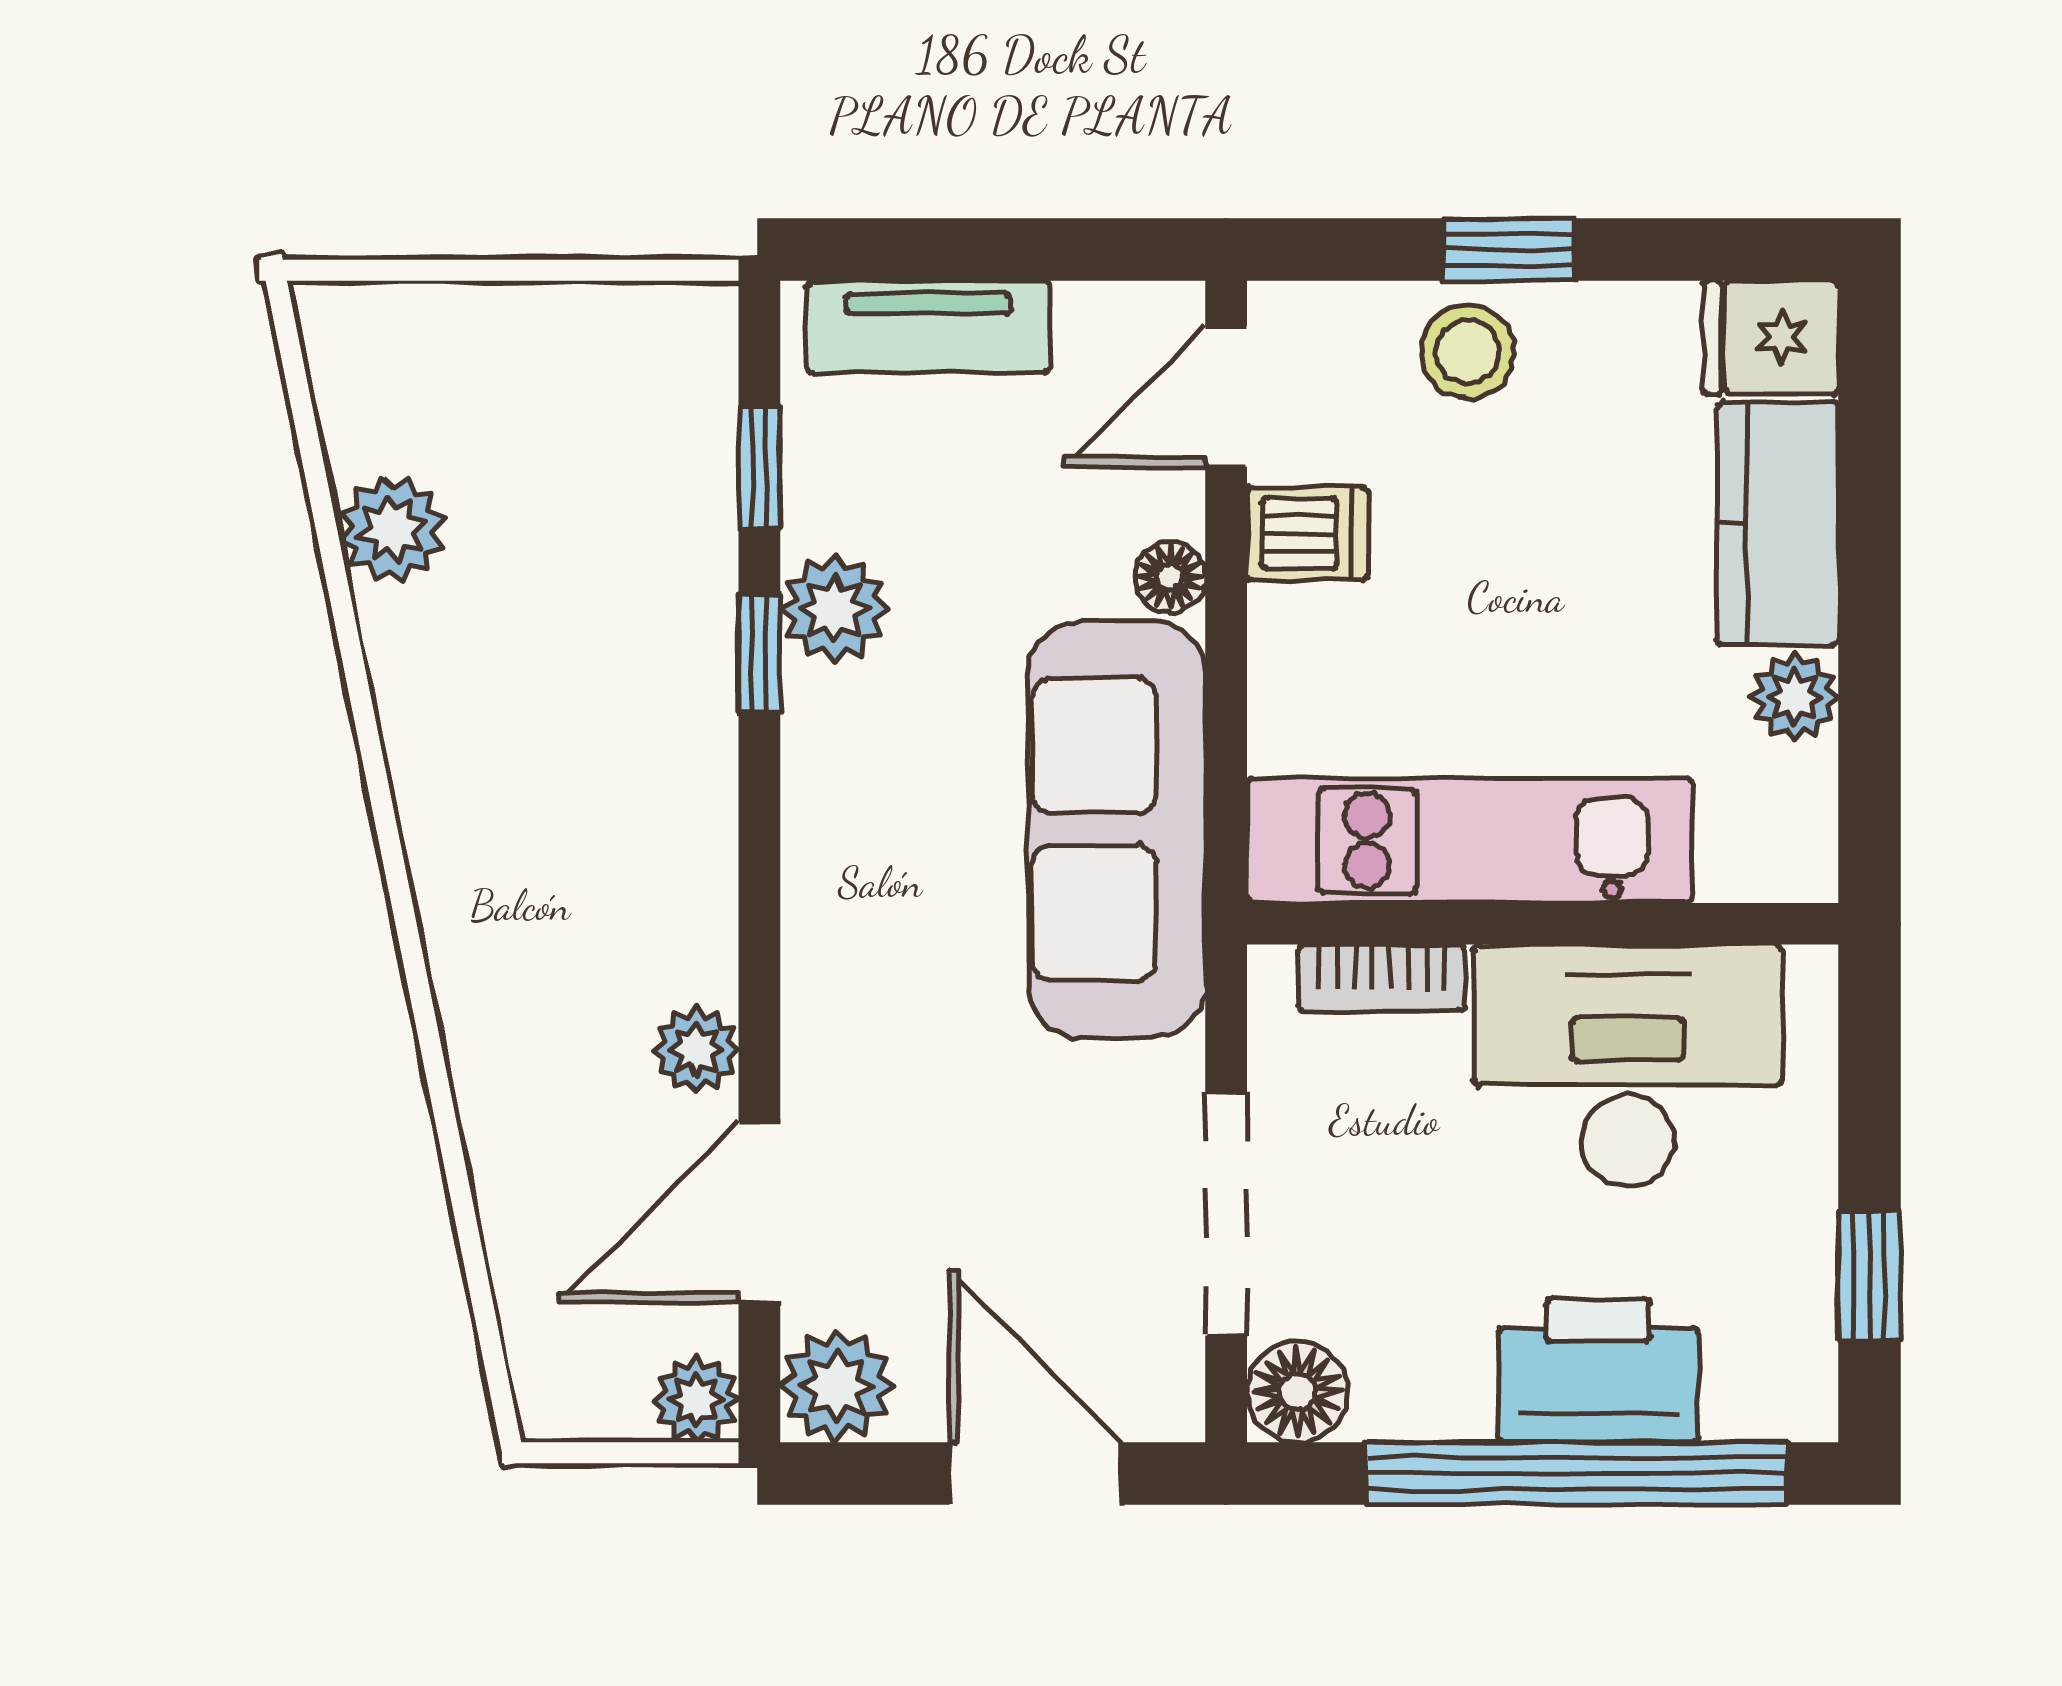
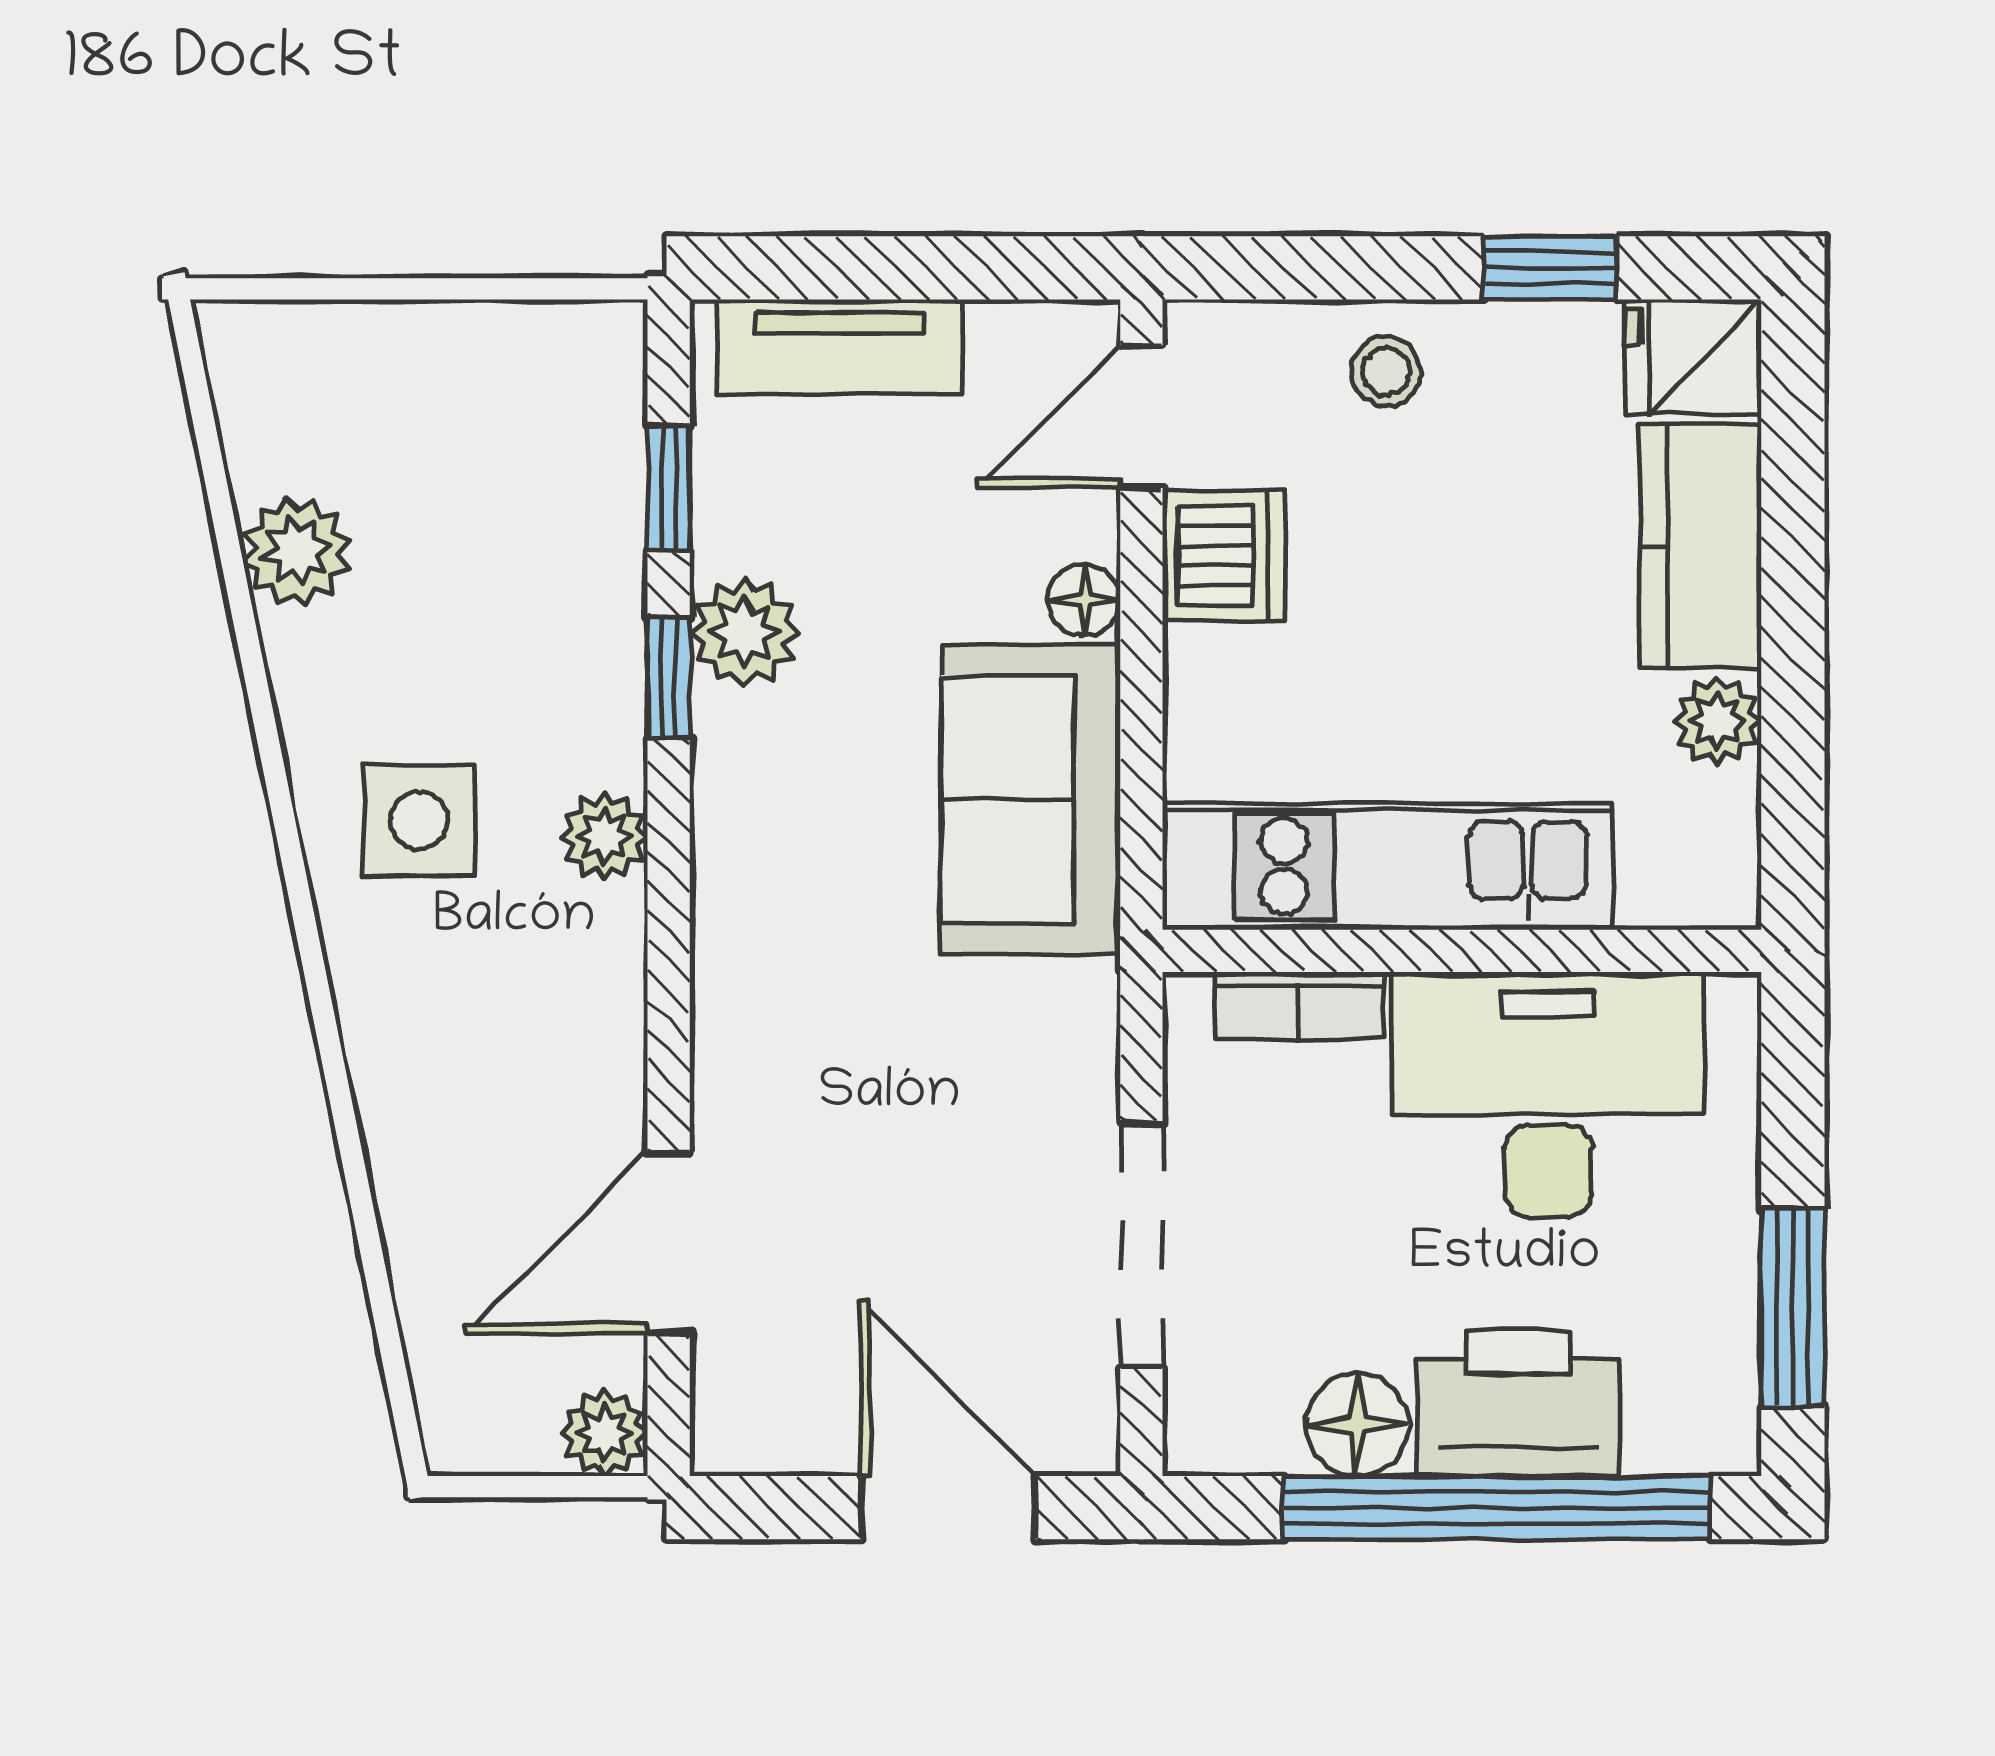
window: (1509, 249) -> (1551, 268), moved
stool: (1468, 352) -> (1386, 371), width x0.73, depth x0.73
dishwasher: (1308, 534) -> (1224, 556), width x1.38
side table: (513, 795) -> (419, 820), added
sofa: (1117, 829) -> (1031, 799), width x0.73
plant: (696, 1050) -> (604, 837), moved
window: (1869, 1275) -> (1793, 1307), width x1.50
plant: (837, 1386) -> (747, 1419), removed
floor lamp: (1298, 1392) -> (1357, 1425), moved

